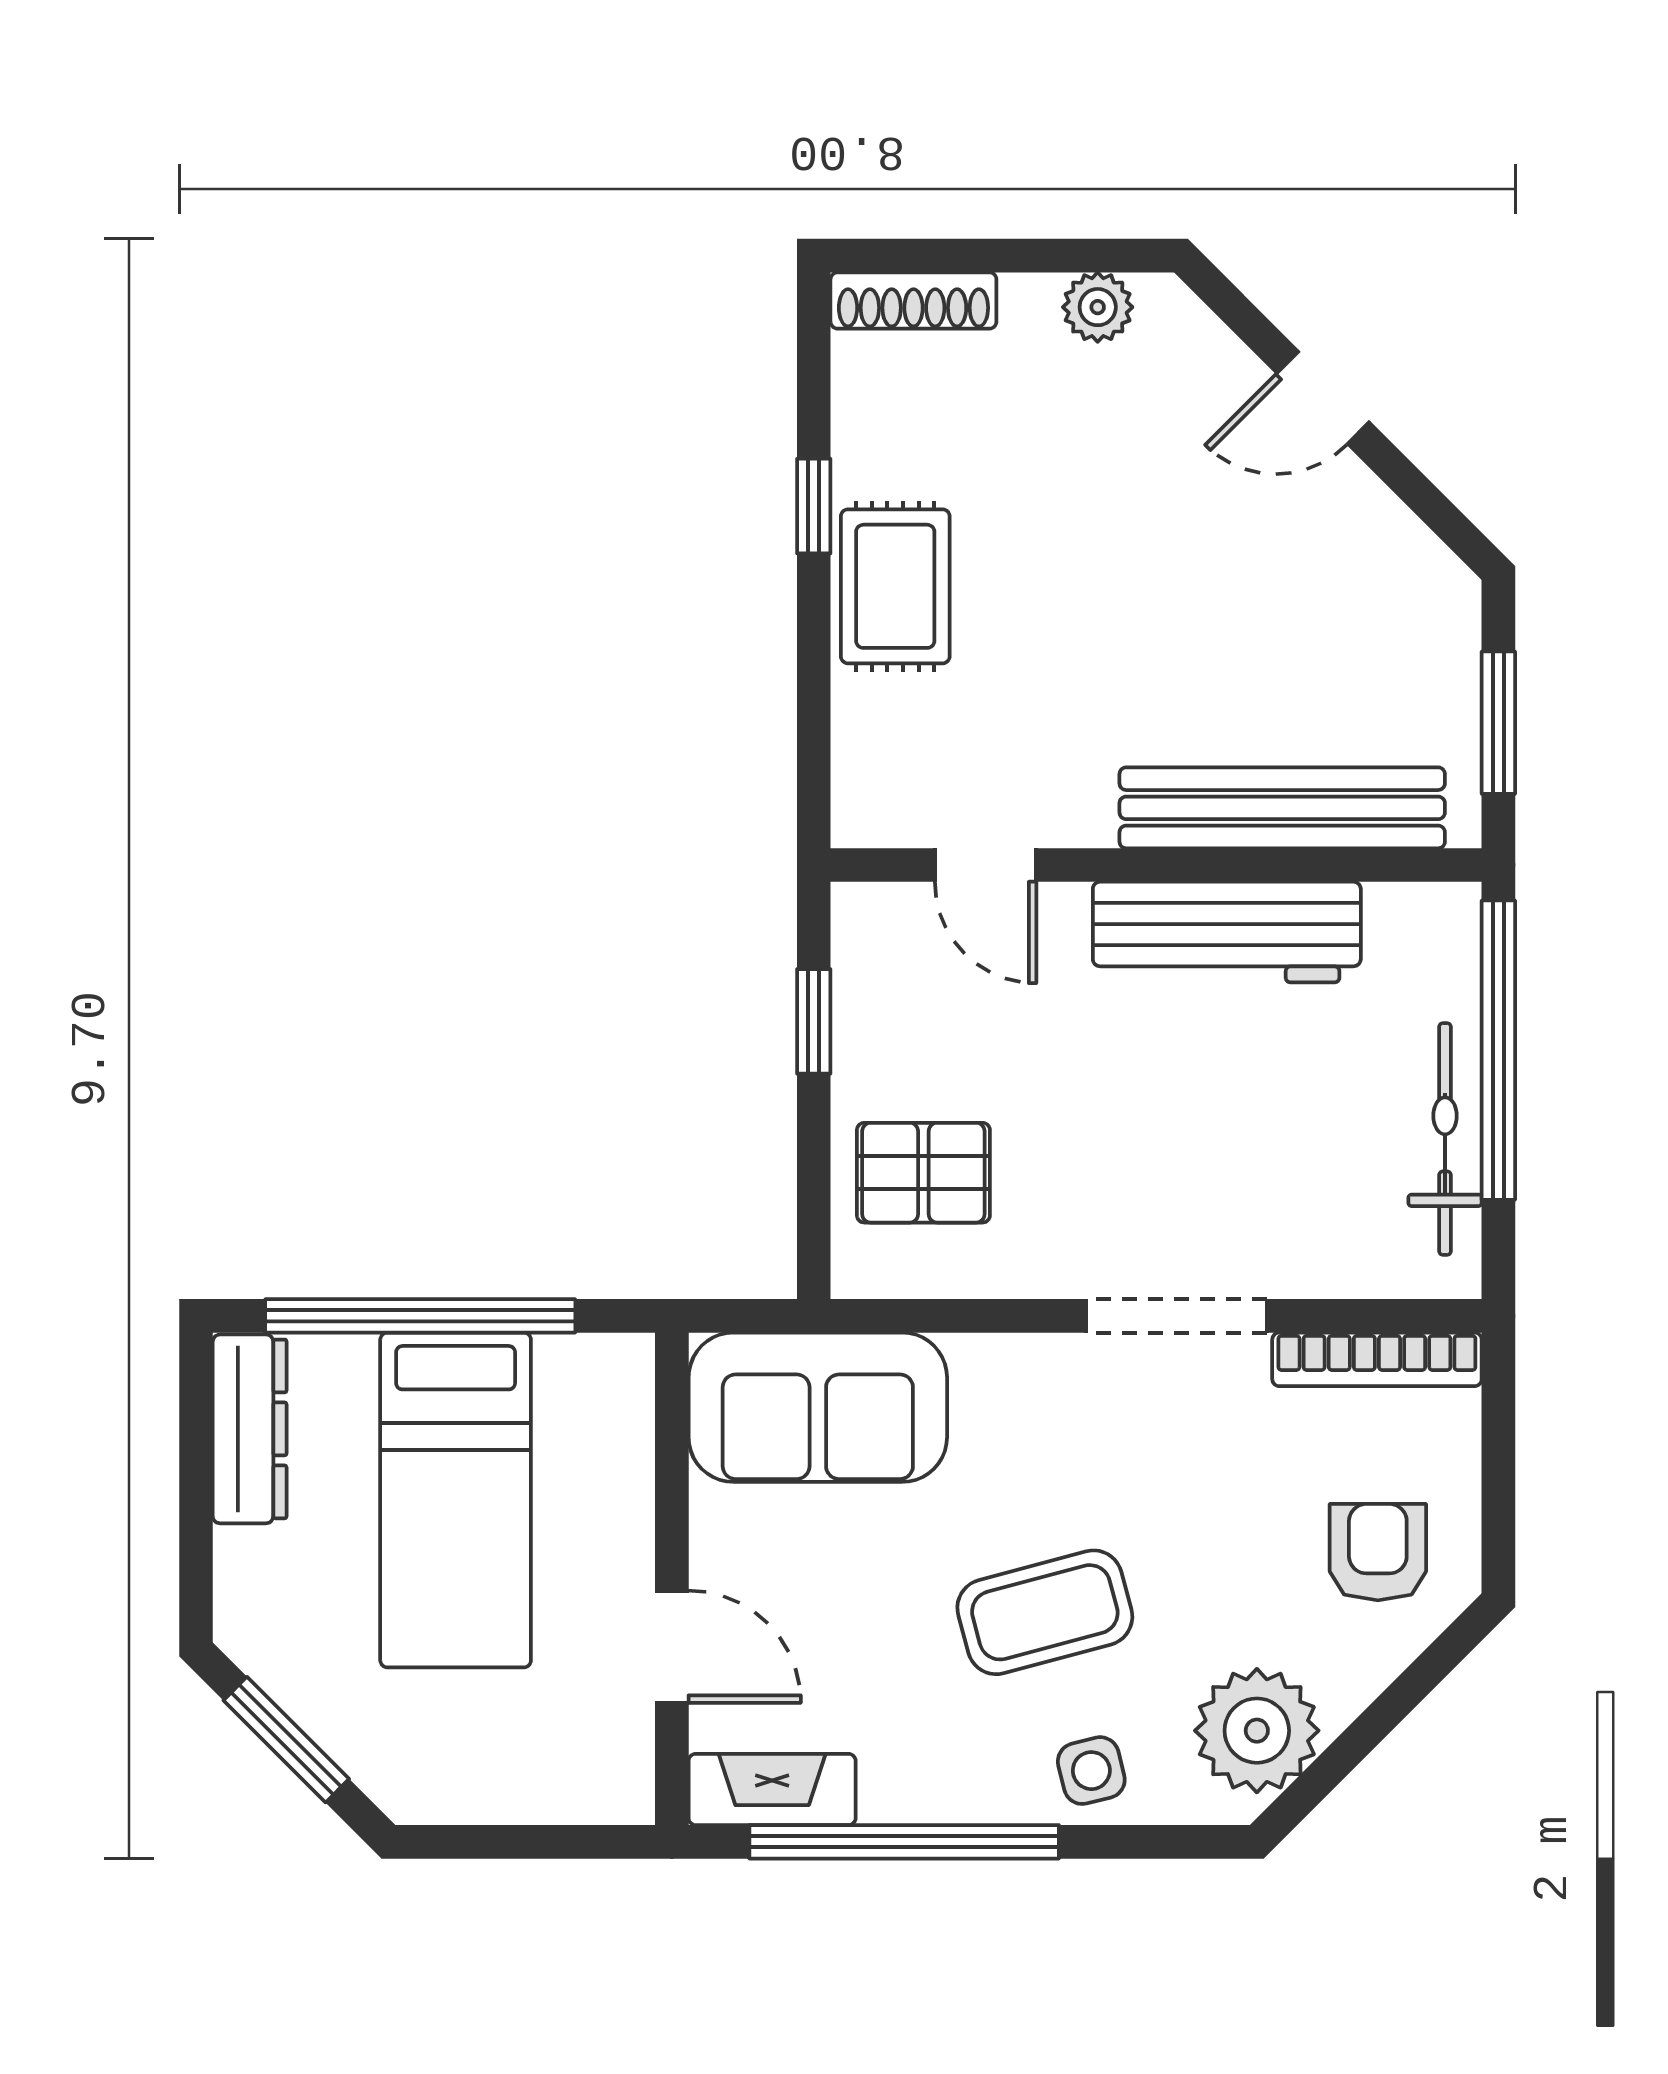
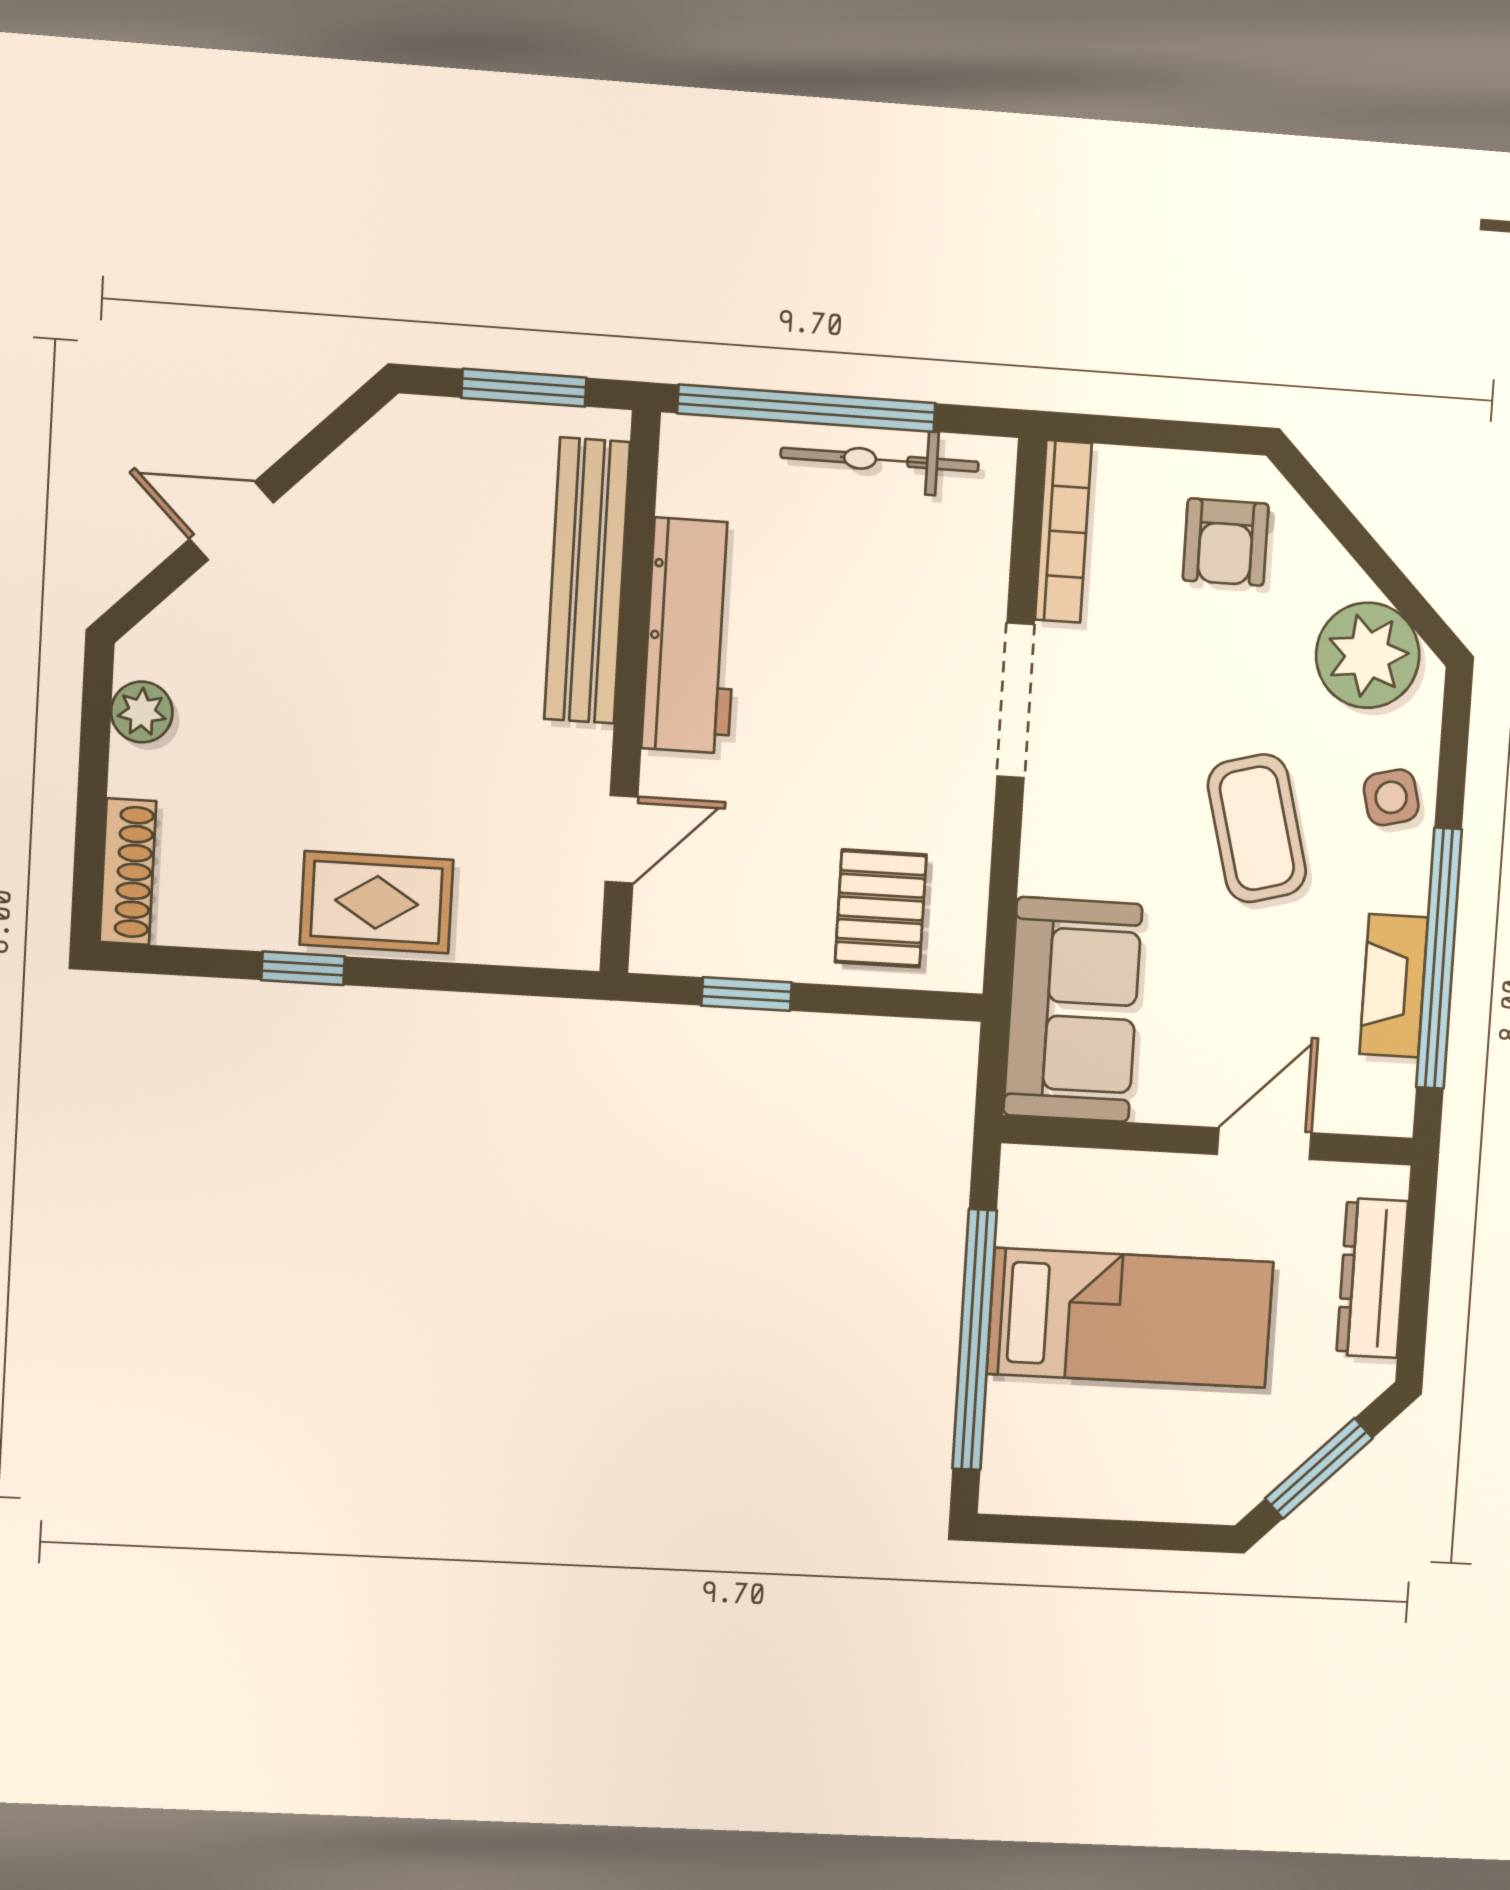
door: (1323, 398) -> (232, 521), swing flipped
dresser: (250, 1429) -> (1372, 1278), moved, turned -90
armchair: (1378, 1552) -> (1226, 542), turned -90
fireplace: (772, 1789) -> (1394, 986), moved

